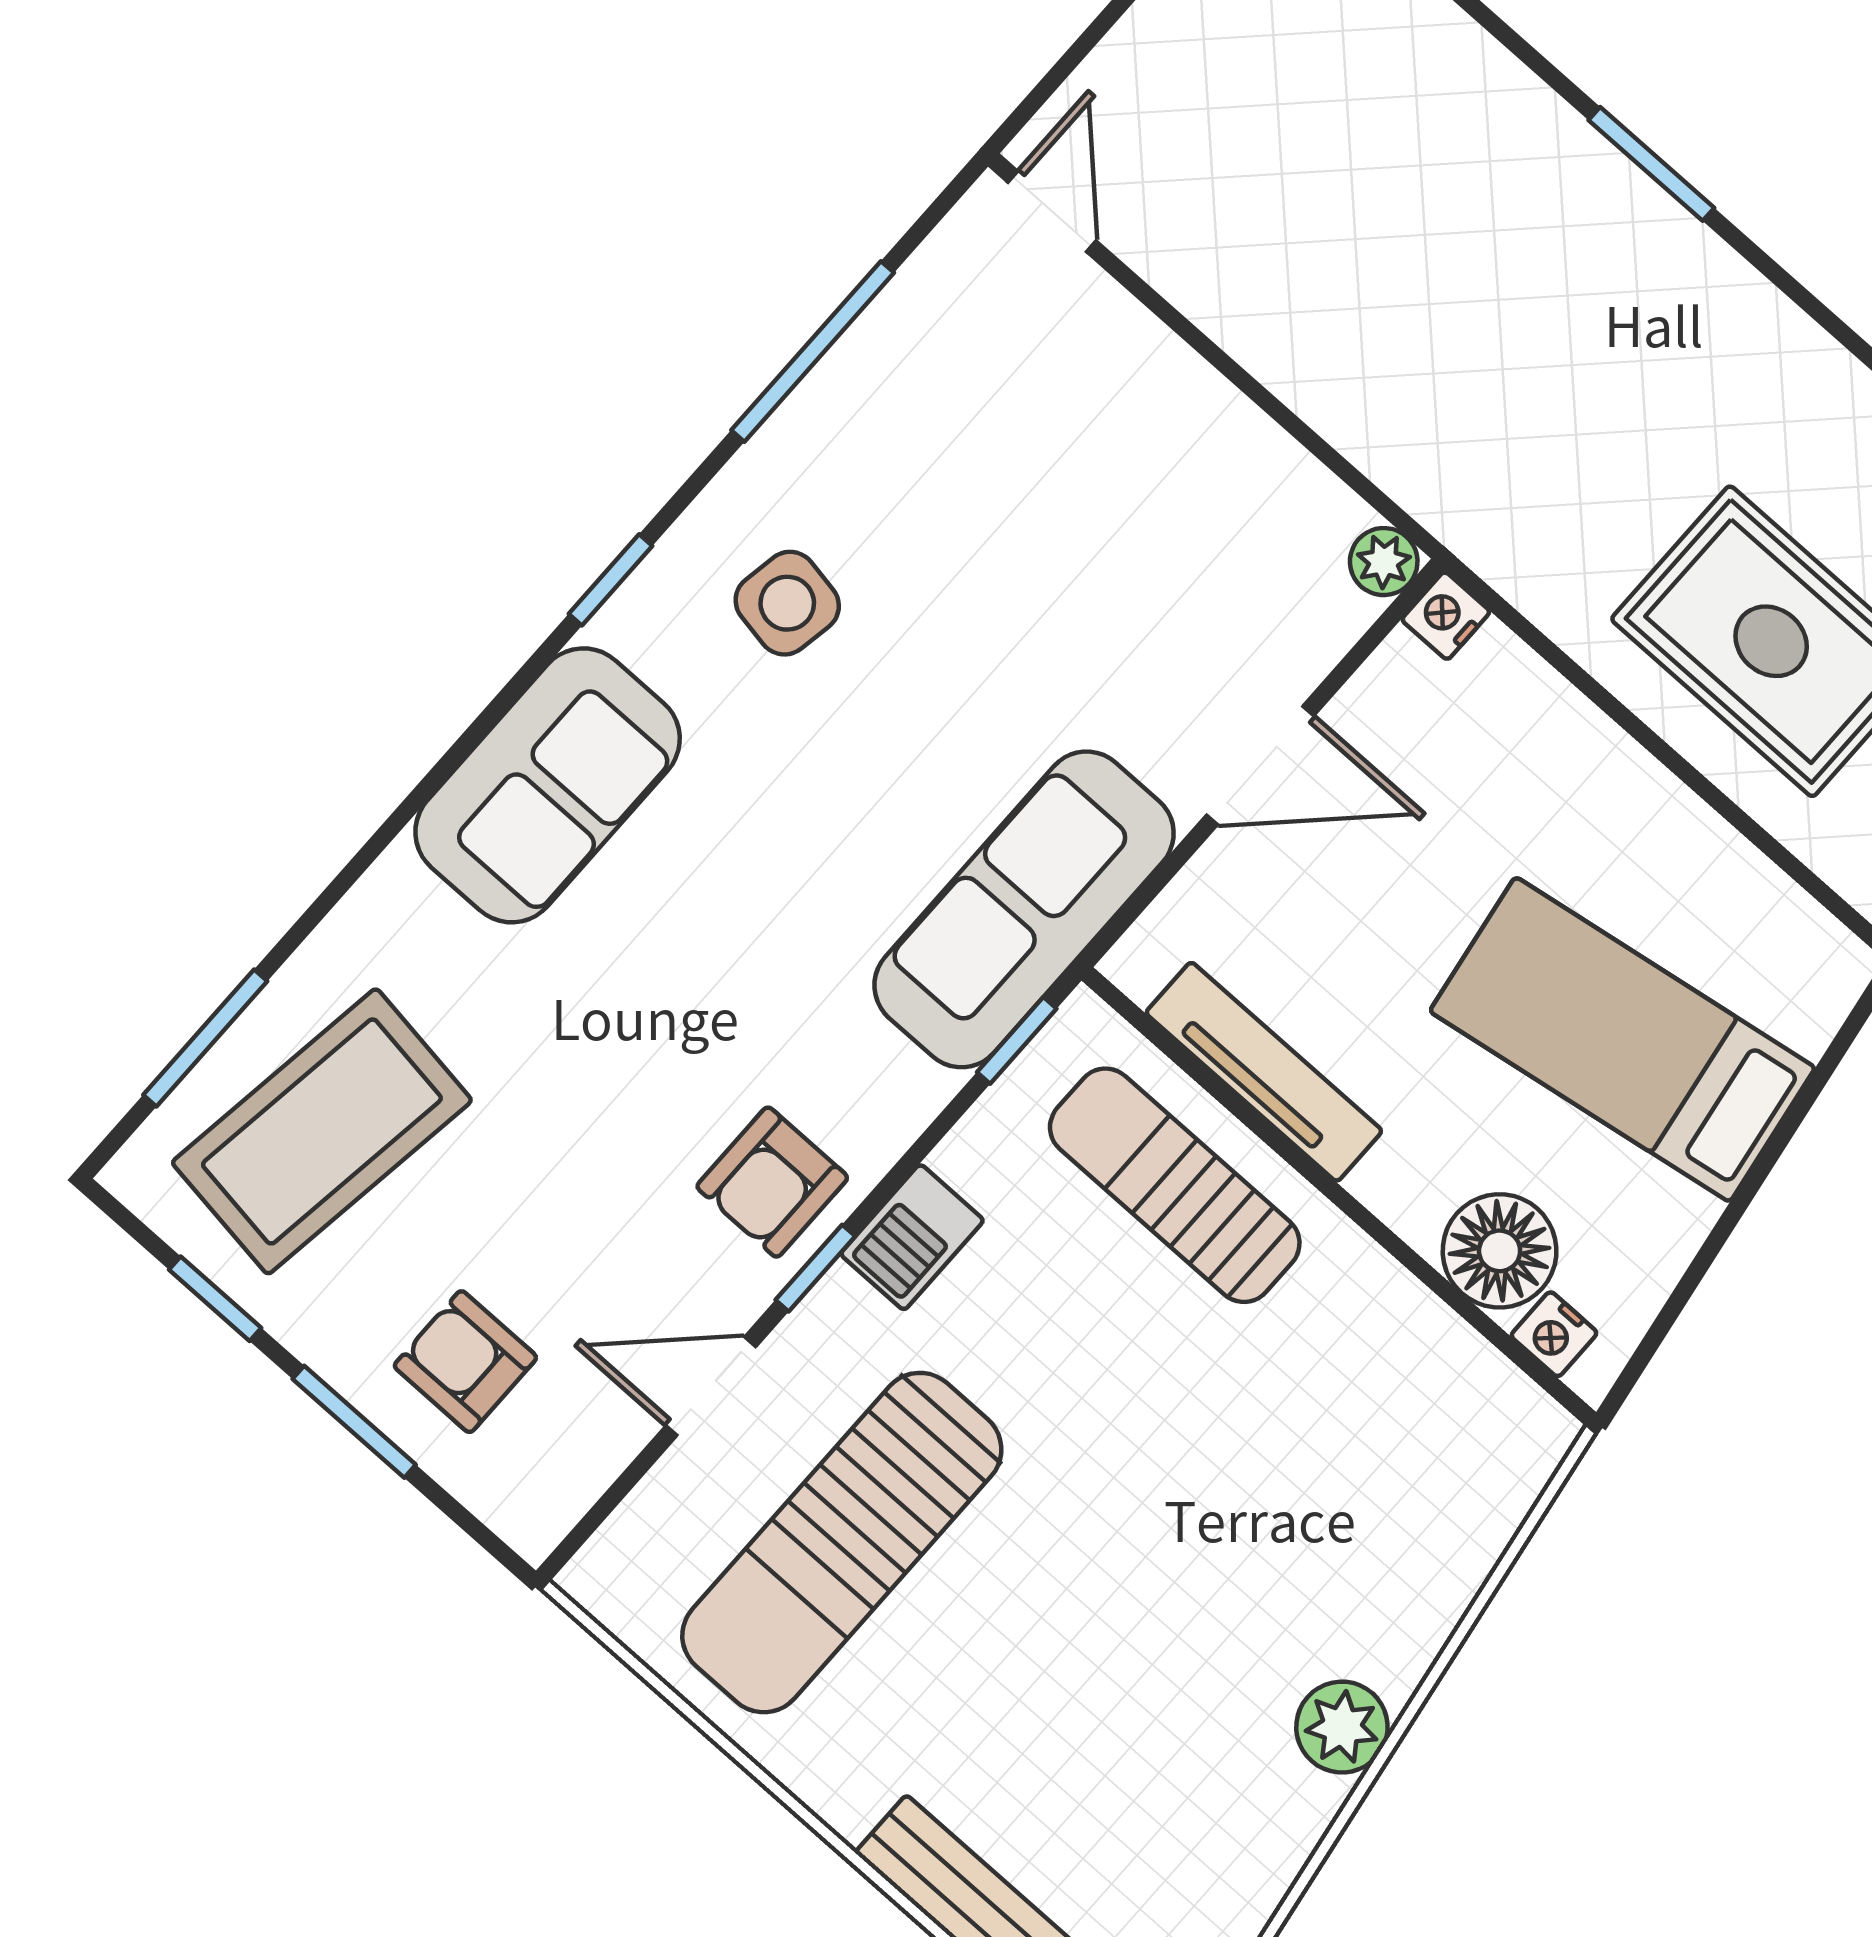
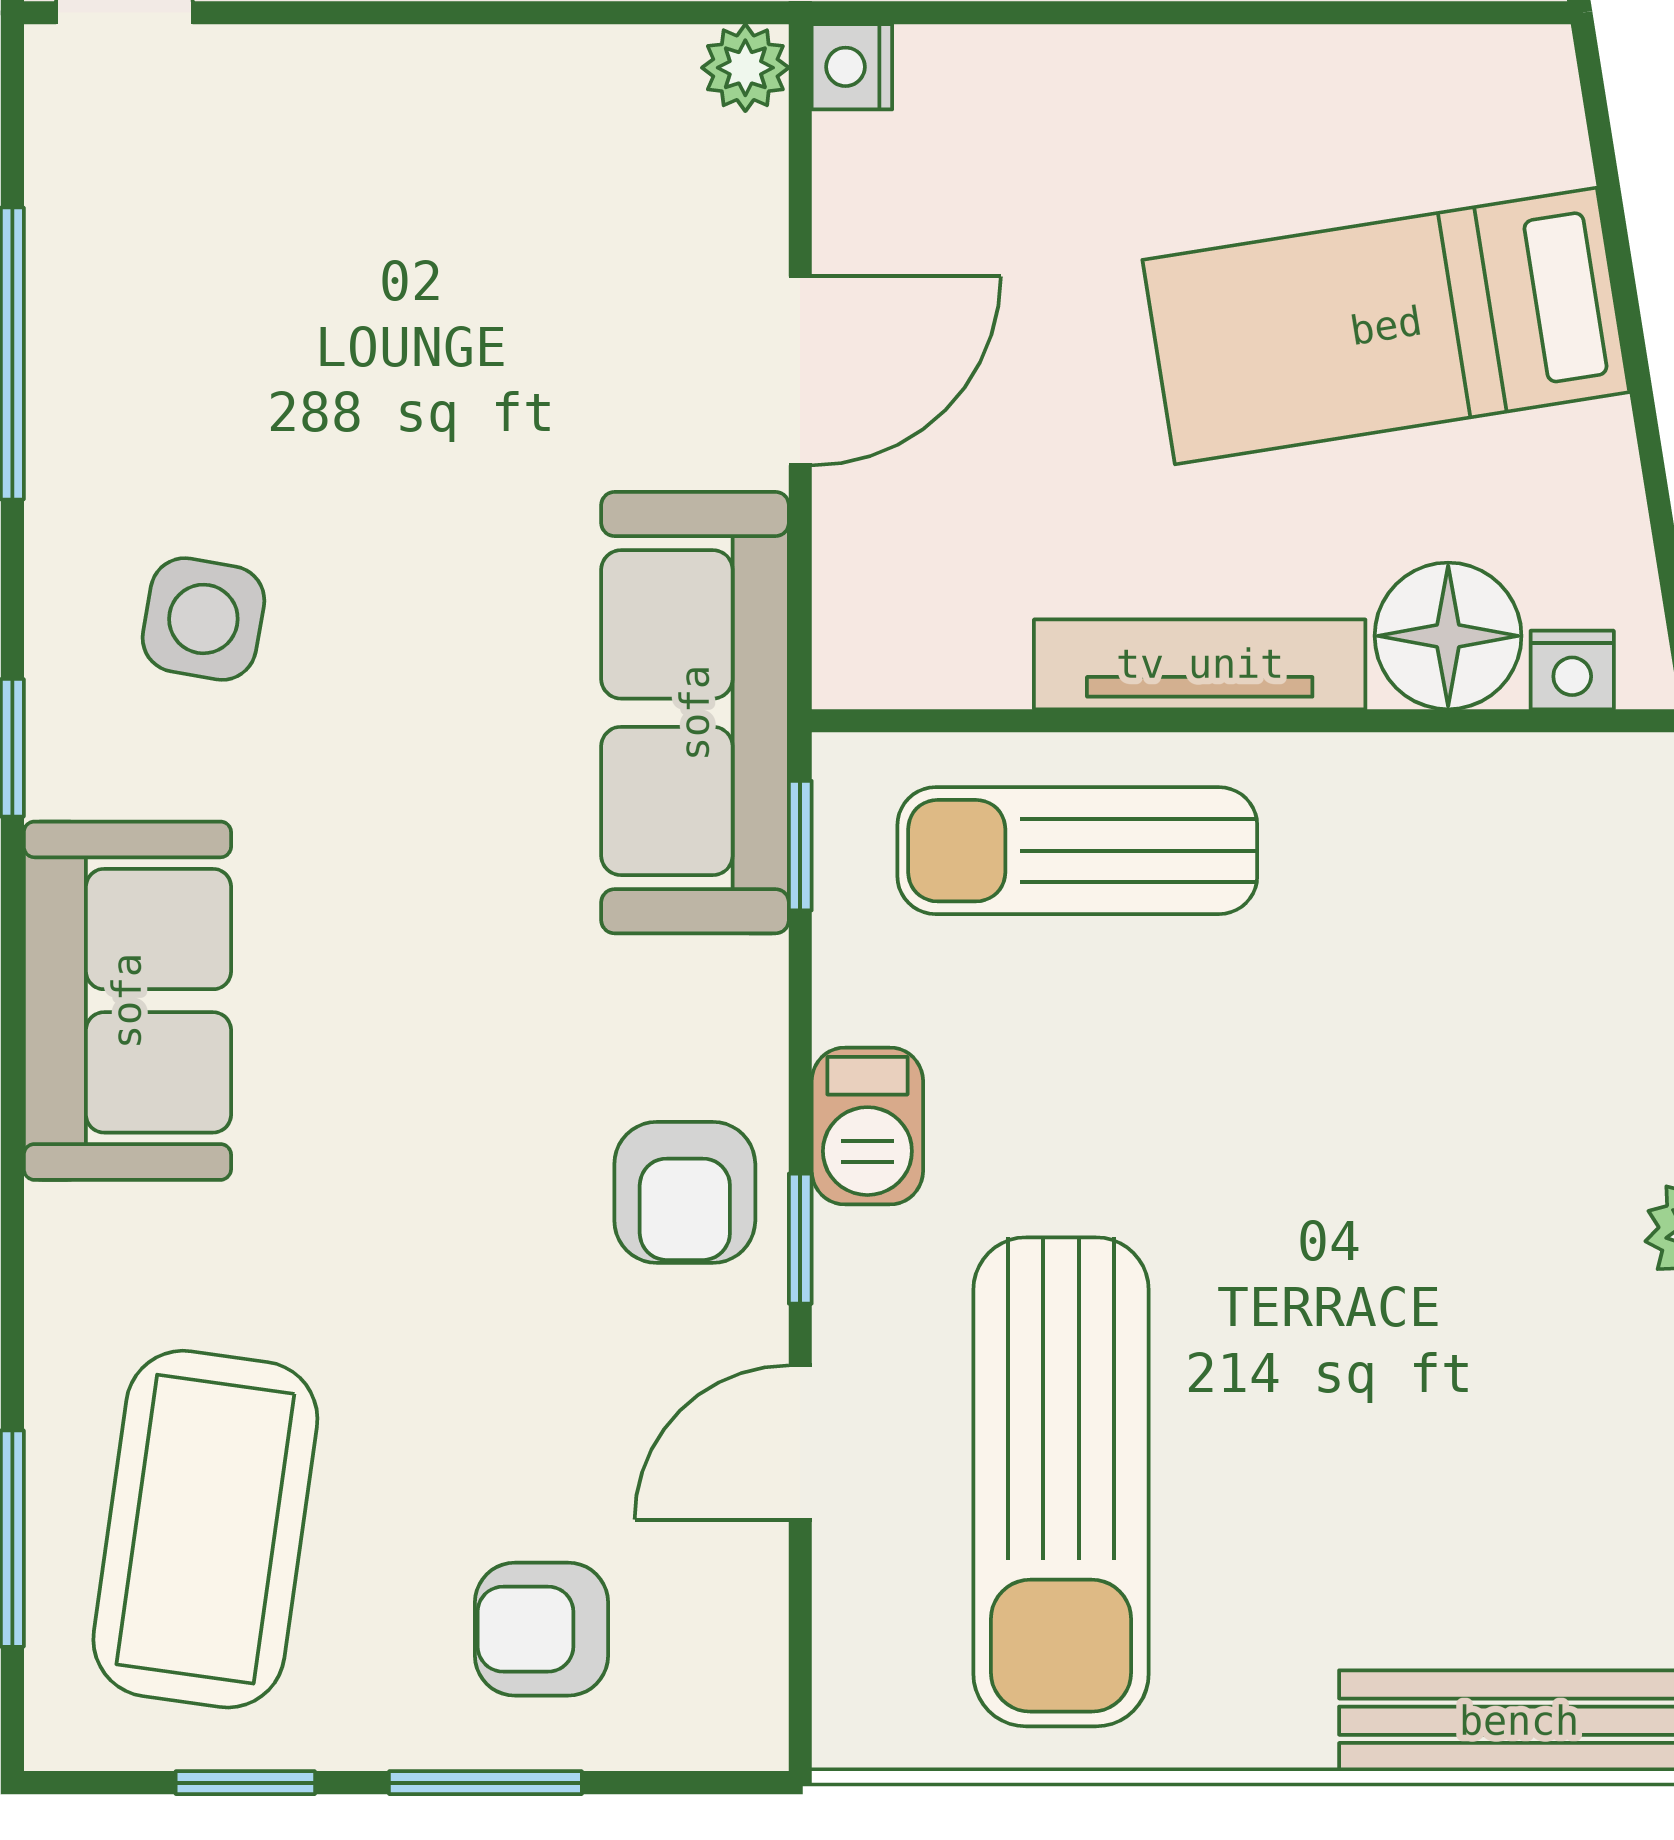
tv unit: (1264, 1072) -> (1200, 664), moved

